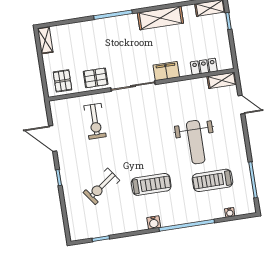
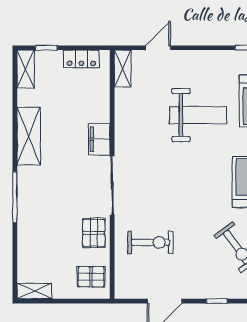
locker: (204, 67) -> (81, 59), moved, turned -90

